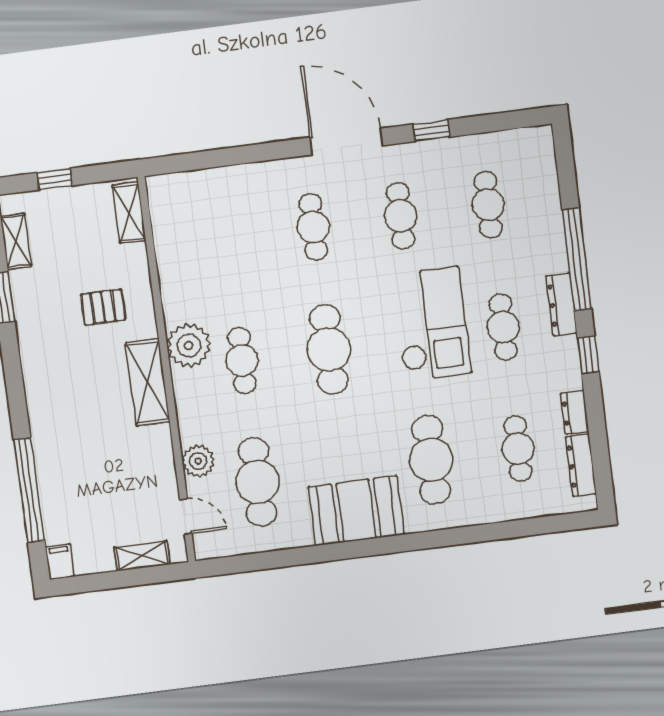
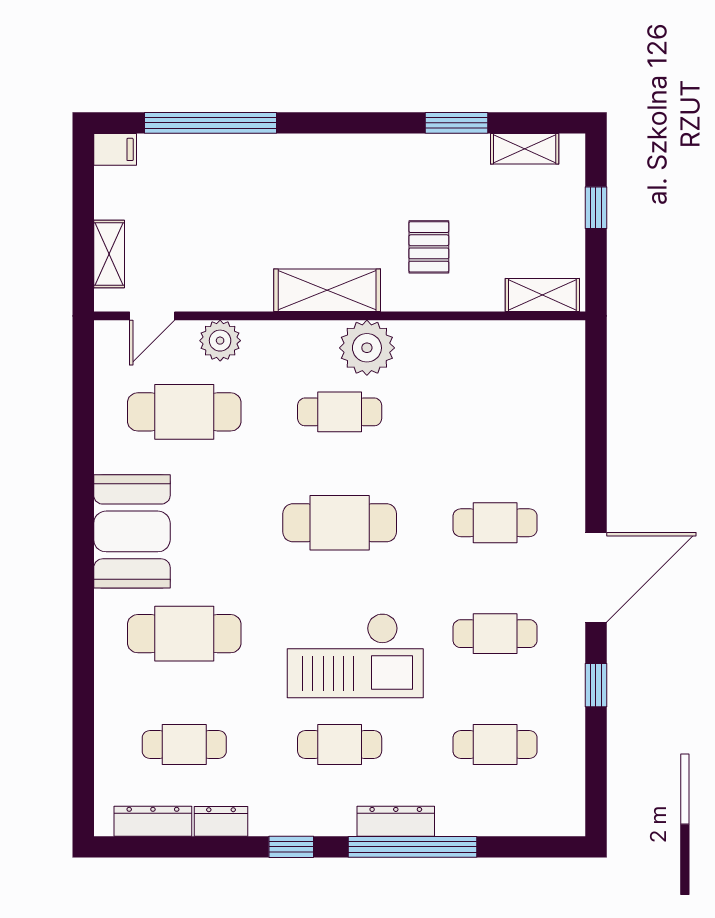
dresser: (562, 304) -> (396, 821), moved

